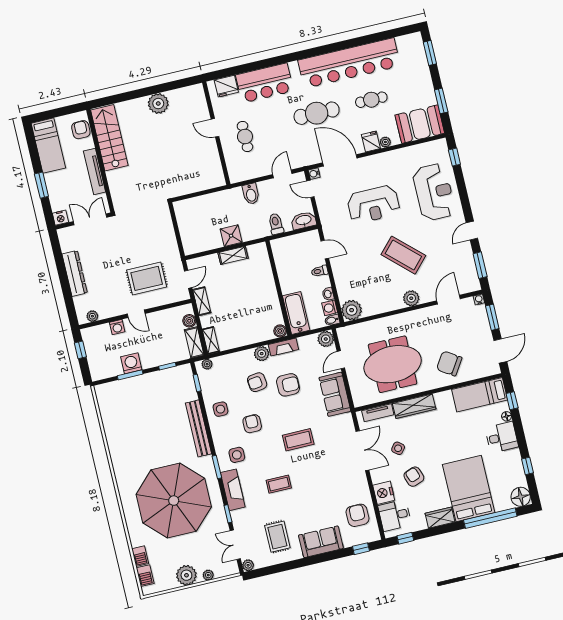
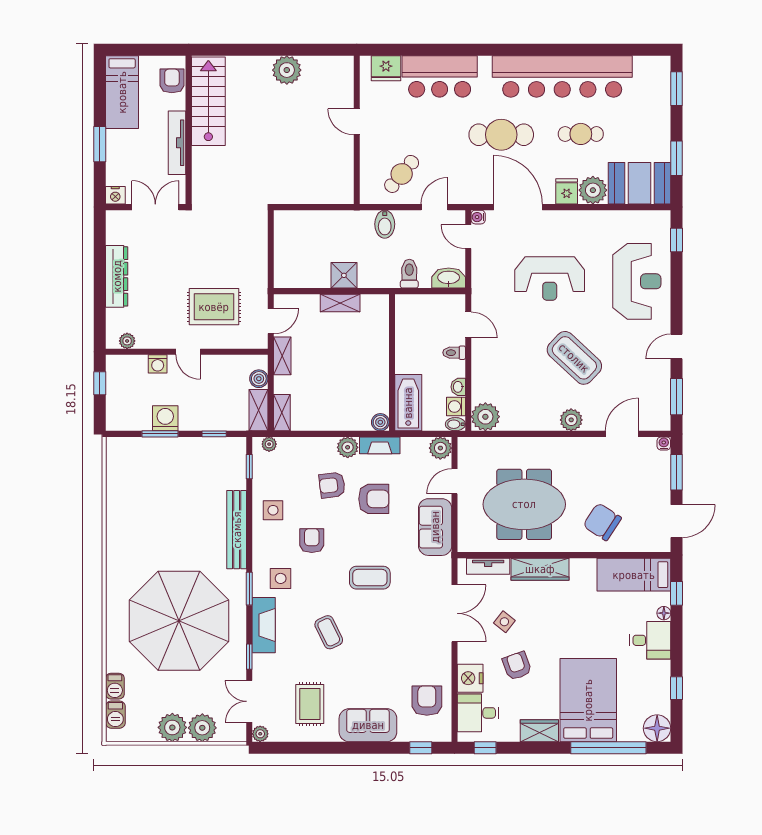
cafe table: (245, 136) -> (402, 174), moved, turned 40
plant: (385, 142) -> (593, 190), width x1.88, depth x1.88
coffee table: (279, 484) -> (329, 632), turned 64
plant: (208, 575) -> (202, 728), width x1.87, depth x1.87

